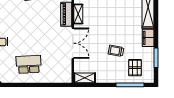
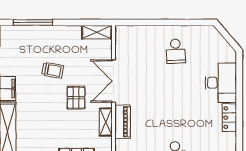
school desk: (29, 64) -> (176, 51), width x0.54
pallet: (135, 68) -> (76, 98), moved

